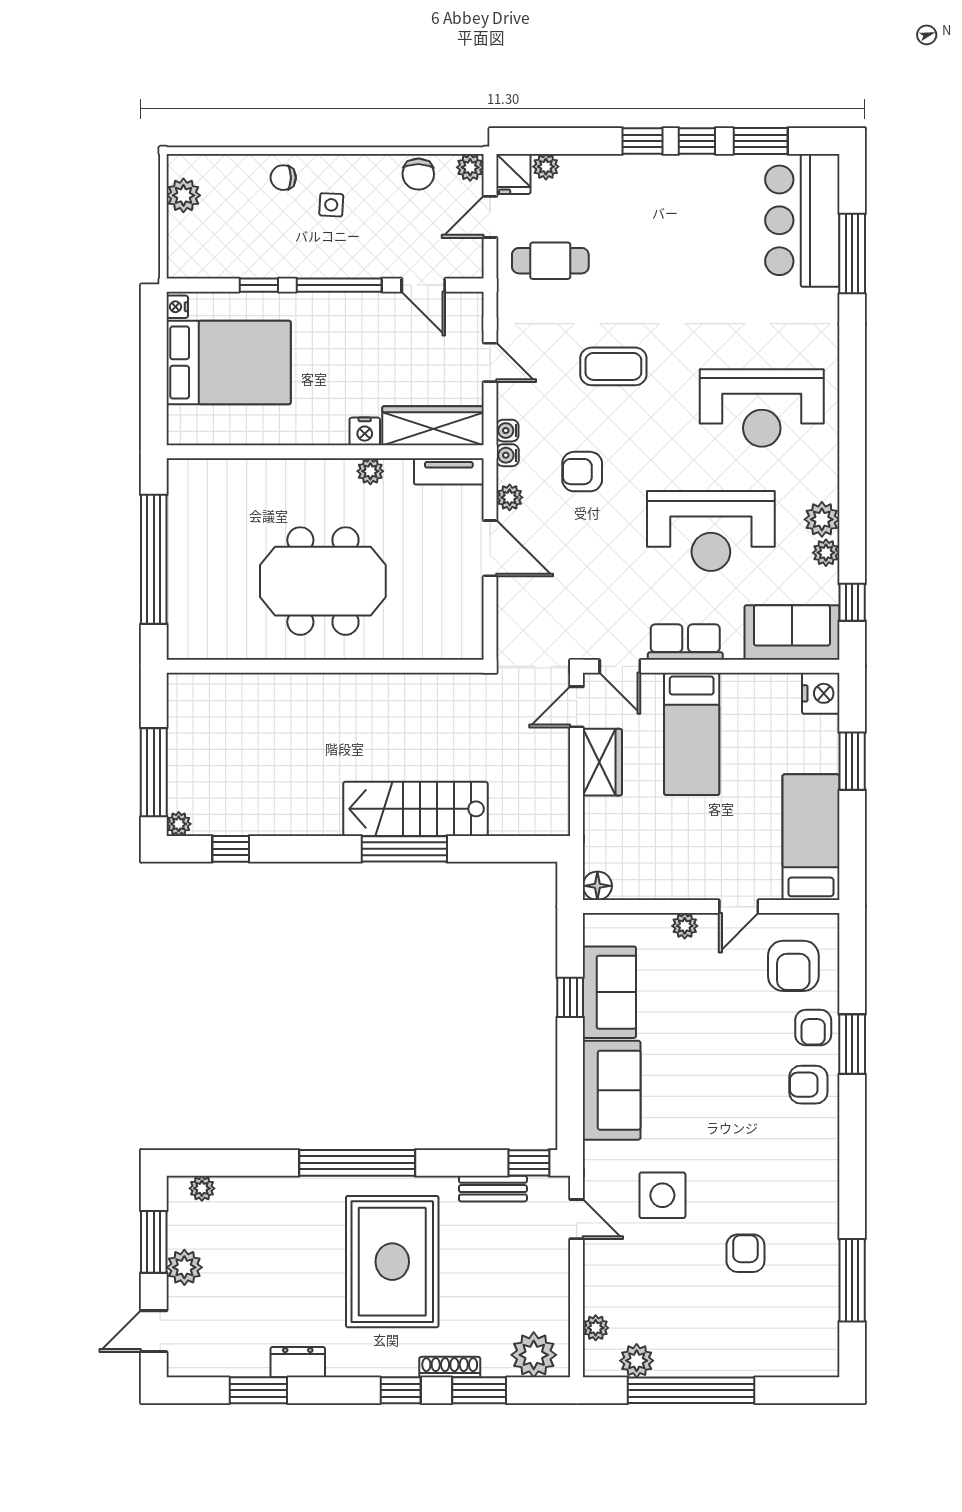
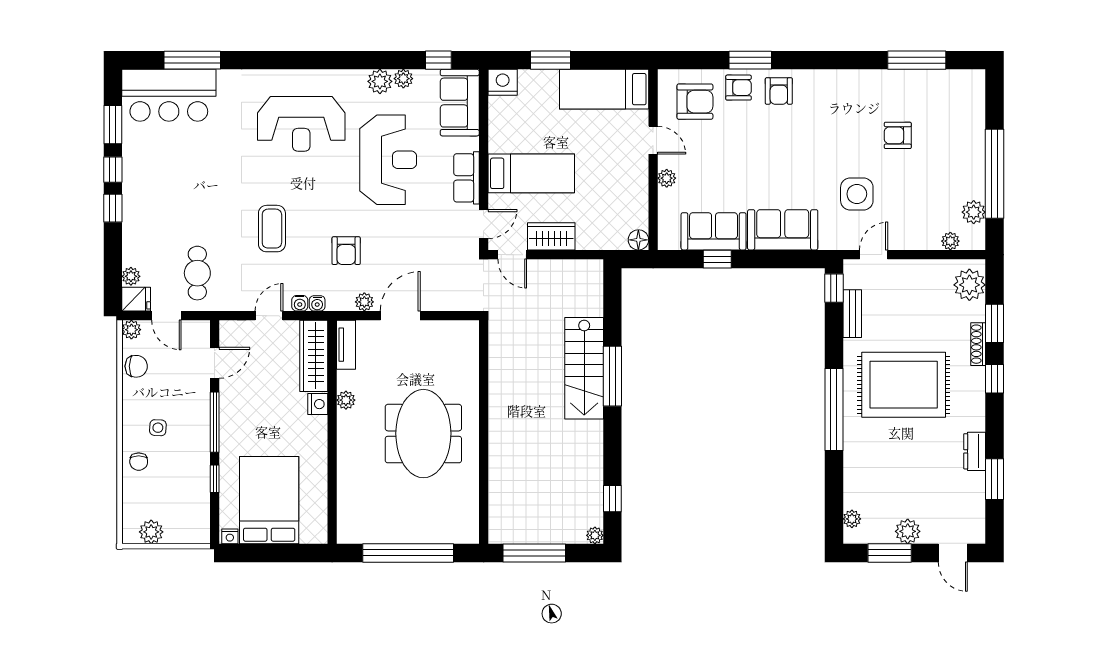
reception desk: (762, 408) -> (301, 124), turned 90
water cooler: (508, 455) -> (300, 303), moved
window: (154, 772) -> (534, 553), moved

